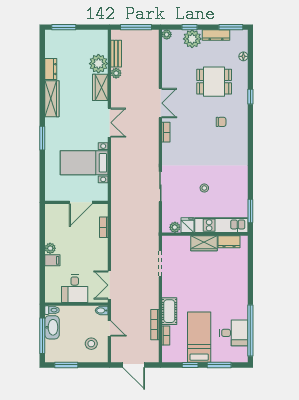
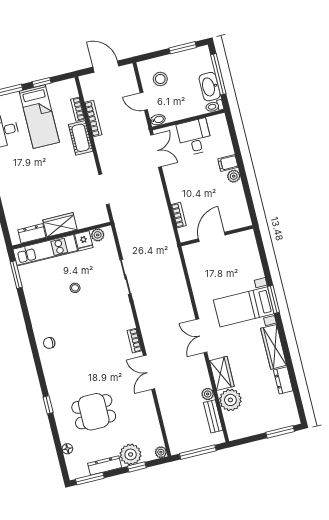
chair: (221, 122) -> (49, 343), moved
bed with nightstands: (84, 163) -> (244, 307), moved, turned 180

